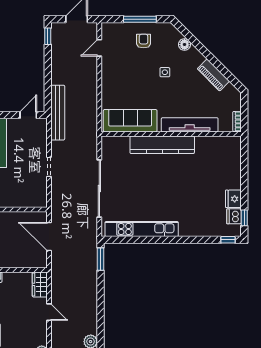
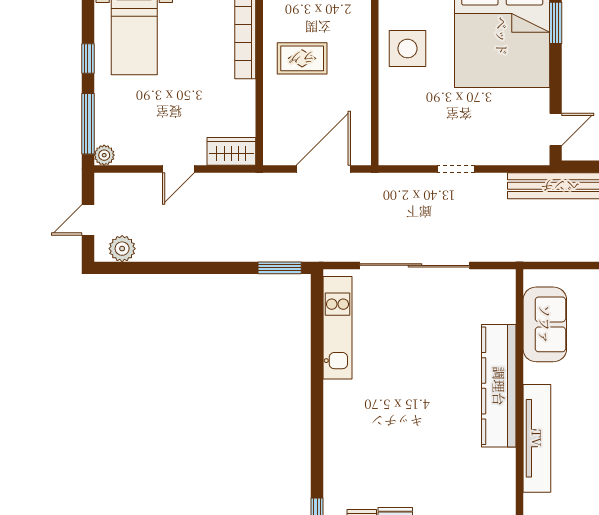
door: (28, 115) -> (556, 129), hinge flipped
sofa: (130, 121) -> (545, 324), width x0.73
kitchen unit: (142, 229) -> (337, 328), width x0.73

